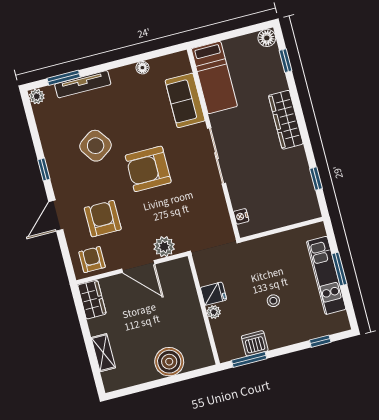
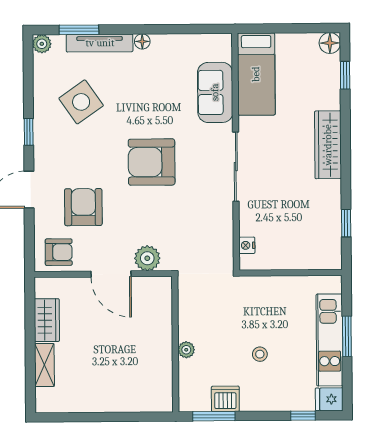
floor lamp: (142, 68) -> (142, 41), moved
side table: (96, 146) -> (81, 102), moved
armchair: (92, 260) -> (59, 252), turned 90
fridge: (214, 294) -> (329, 399), moved, turned 180
wardrobe: (92, 300) -> (47, 320), moved
boiler: (169, 362) -> (119, 395), removed

